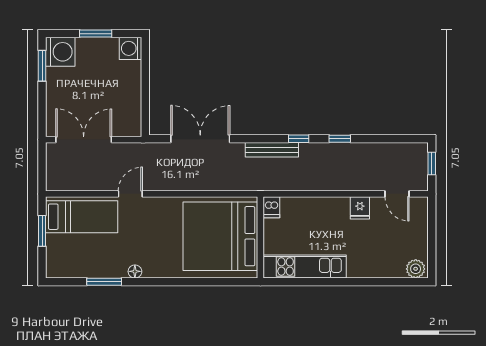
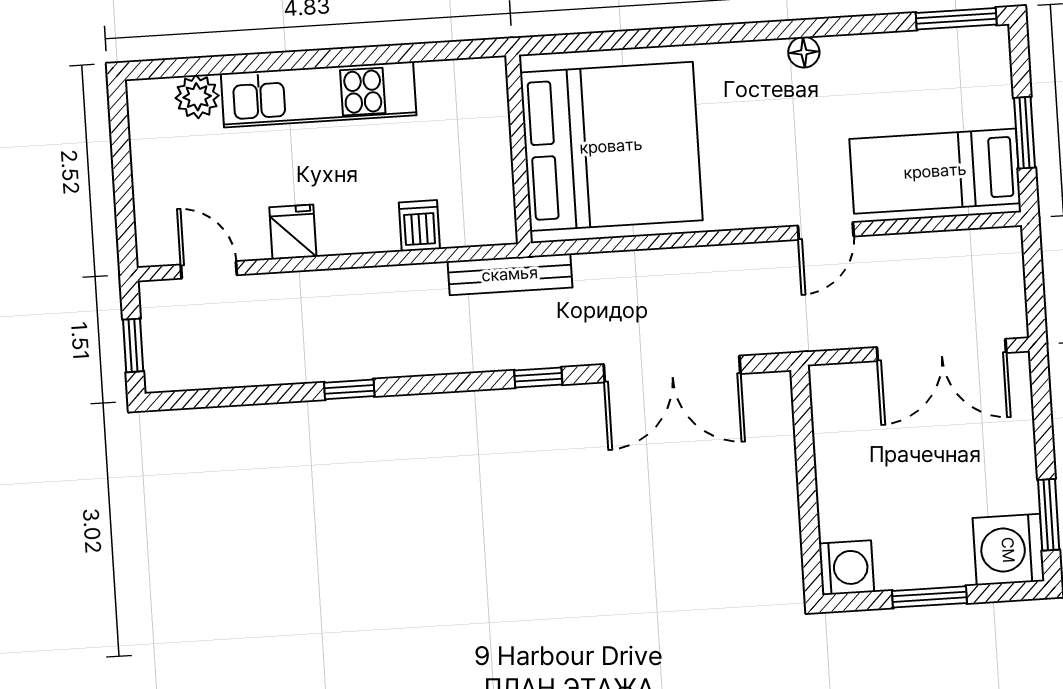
window: (299, 139) -> (538, 377), moved
bench: (272, 150) -> (510, 274), moved
dishwasher: (271, 207) -> (419, 226), moved
kitchen unit: (305, 266) -> (319, 94), moved
plant: (416, 269) -> (197, 97), moved
window: (104, 282) -> (956, 19), moved

